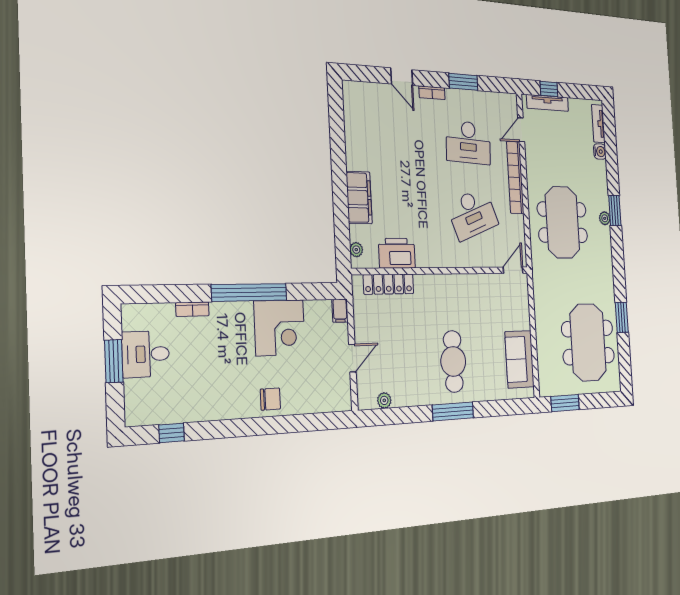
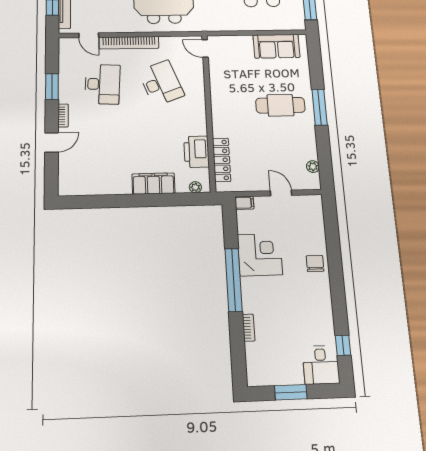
desk: (146, 354) -> (321, 365), moved

